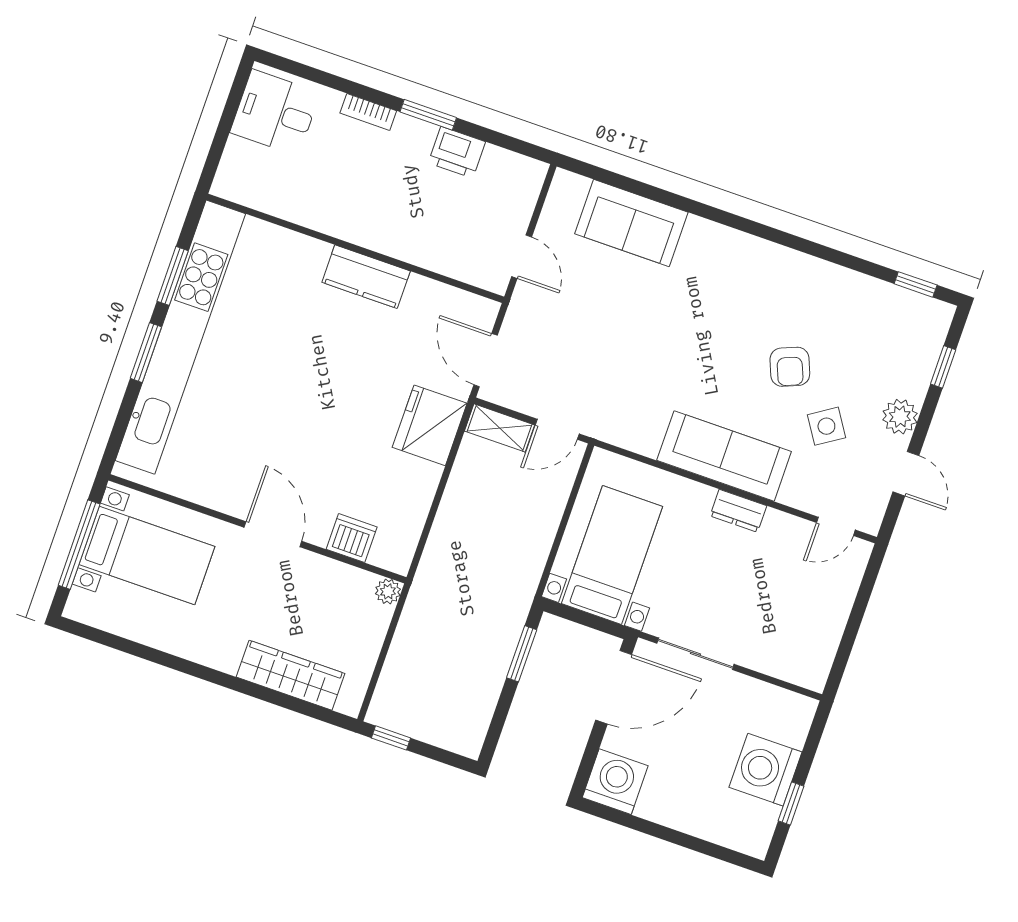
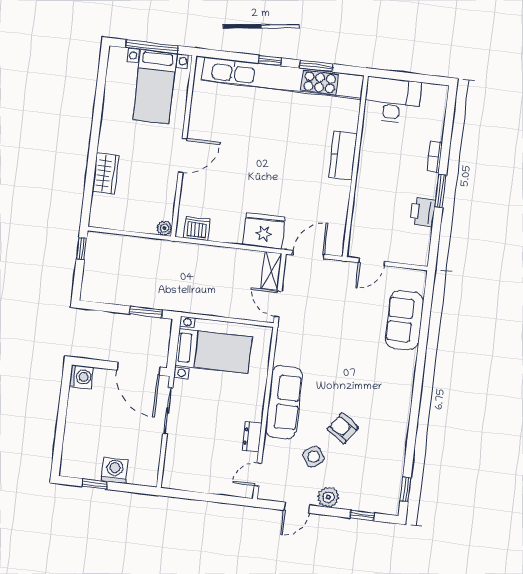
desk: (275, 113) -> (392, 100), moved, width x1.37
kitchen counter: (366, 277) -> (343, 155), moved
window: (146, 353) -> (270, 61), width x0.67
armchair: (790, 367) -> (343, 428), turned 57
dresser: (738, 511) -> (252, 437), moved
door: (836, 526) -> (258, 475), hinge flipped
dishwasher: (352, 538) -> (197, 228), moved, turned -90
wardrobe: (290, 675) -> (106, 174), width x0.67
washing machine: (765, 770) -> (115, 470), width x0.73, depth x0.73
washing machine: (615, 782) -> (81, 377), width x0.73, depth x0.73

